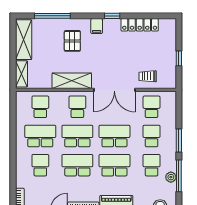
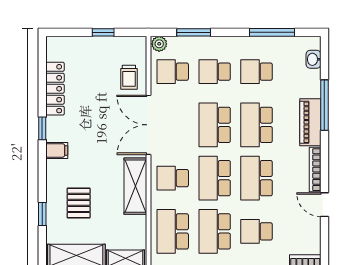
window: (52, 16) -> (42, 214), width x0.46
pallet: (72, 41) -> (79, 203), moved, turned 90
double door: (114, 90) -> (149, 125), swing flipped
school desk: (40, 107) -> (173, 231), width x1.85
window: (179, 140) -> (194, 32), moved
plant: (171, 177) -> (159, 44), moved

